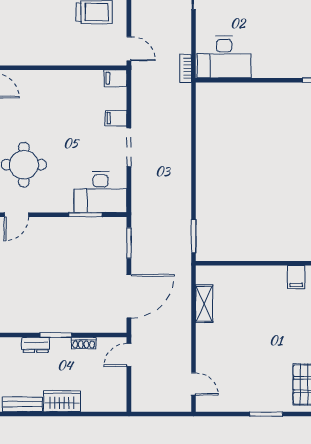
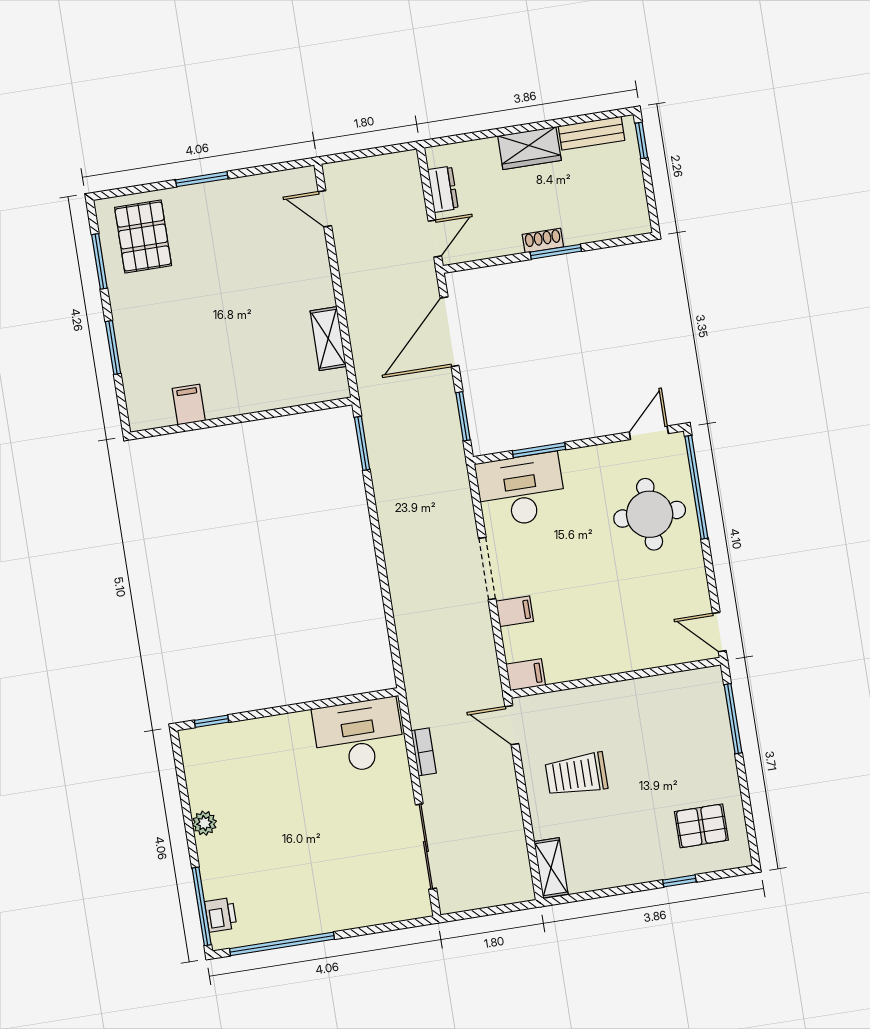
bookcase: (186, 68) -> (424, 752), moved
shoe rack: (84, 343) -> (543, 241), moved
dresser: (36, 345) -> (443, 189), moved, turned 90

